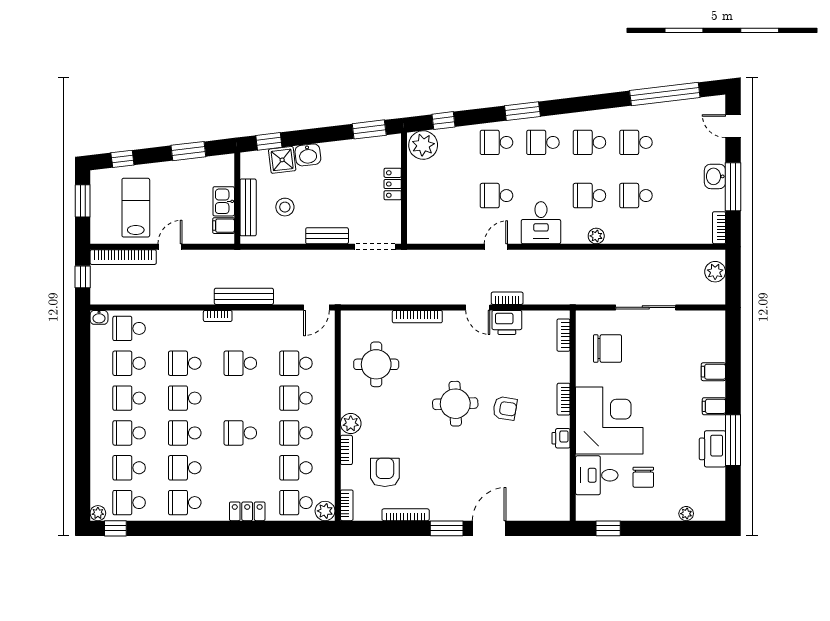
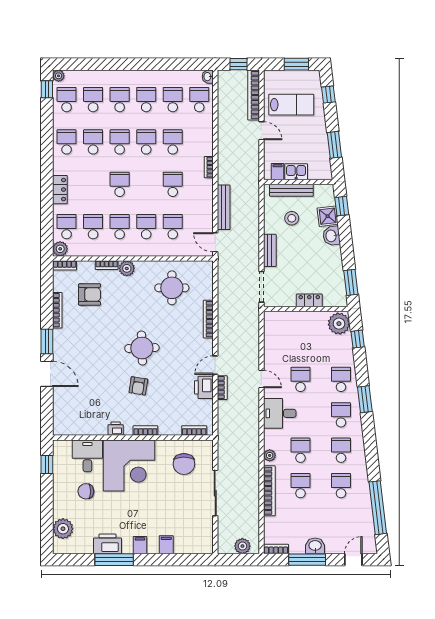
bookcase: (643, 236) -> (269, 491), added
bench: (244, 296) -> (224, 207), moved
plant: (686, 514) -> (63, 529), width x1.87, depth x1.87

